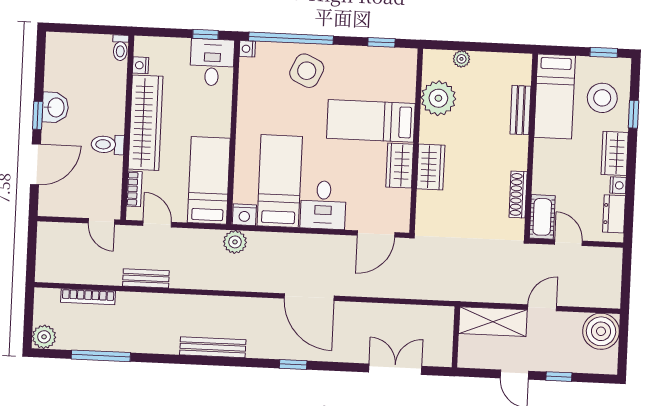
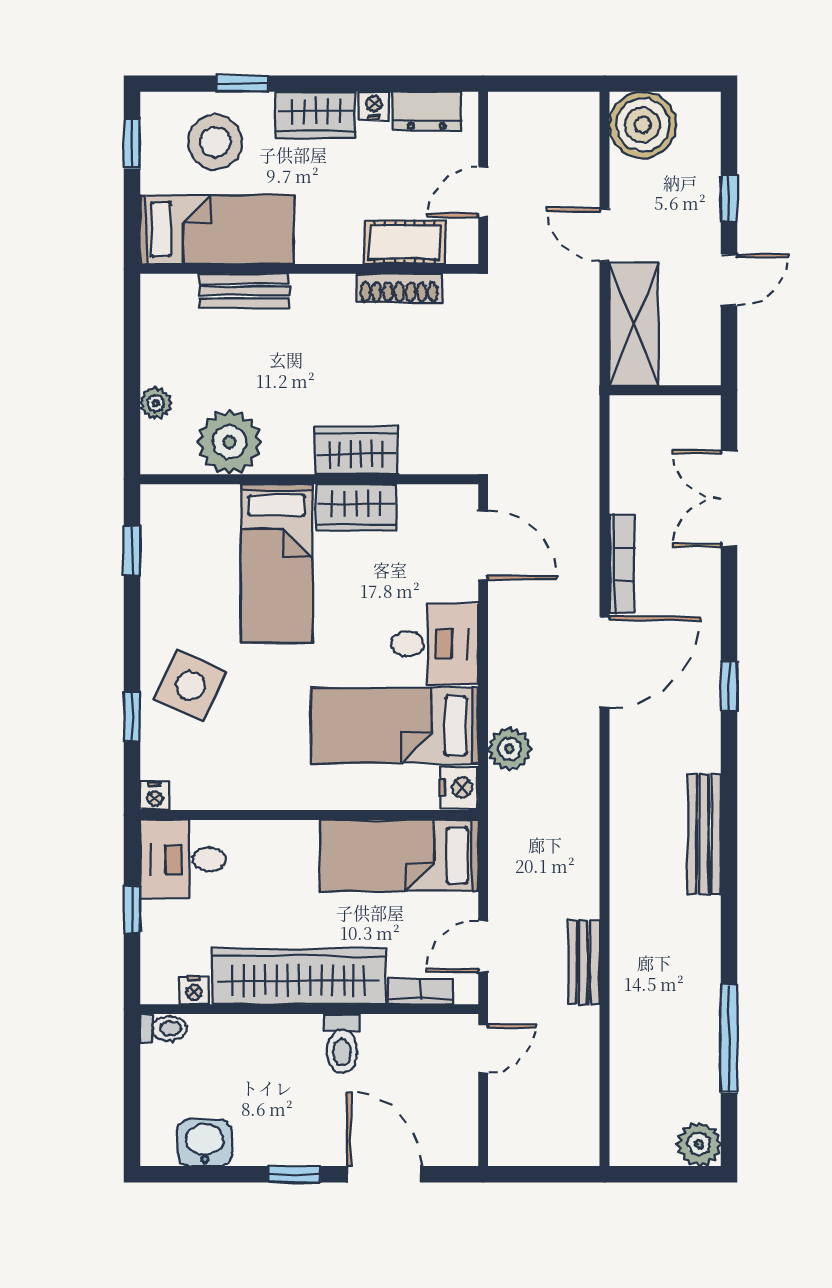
window: (206, 34) -> (132, 909), moved
window: (291, 38) -> (132, 717), width x0.32
washbasin: (55, 107) -> (205, 1143), moved
cot: (542, 217) -> (405, 242), moved
plant: (235, 242) -> (509, 749), moved
bookcase: (88, 297) -> (622, 564), moved

